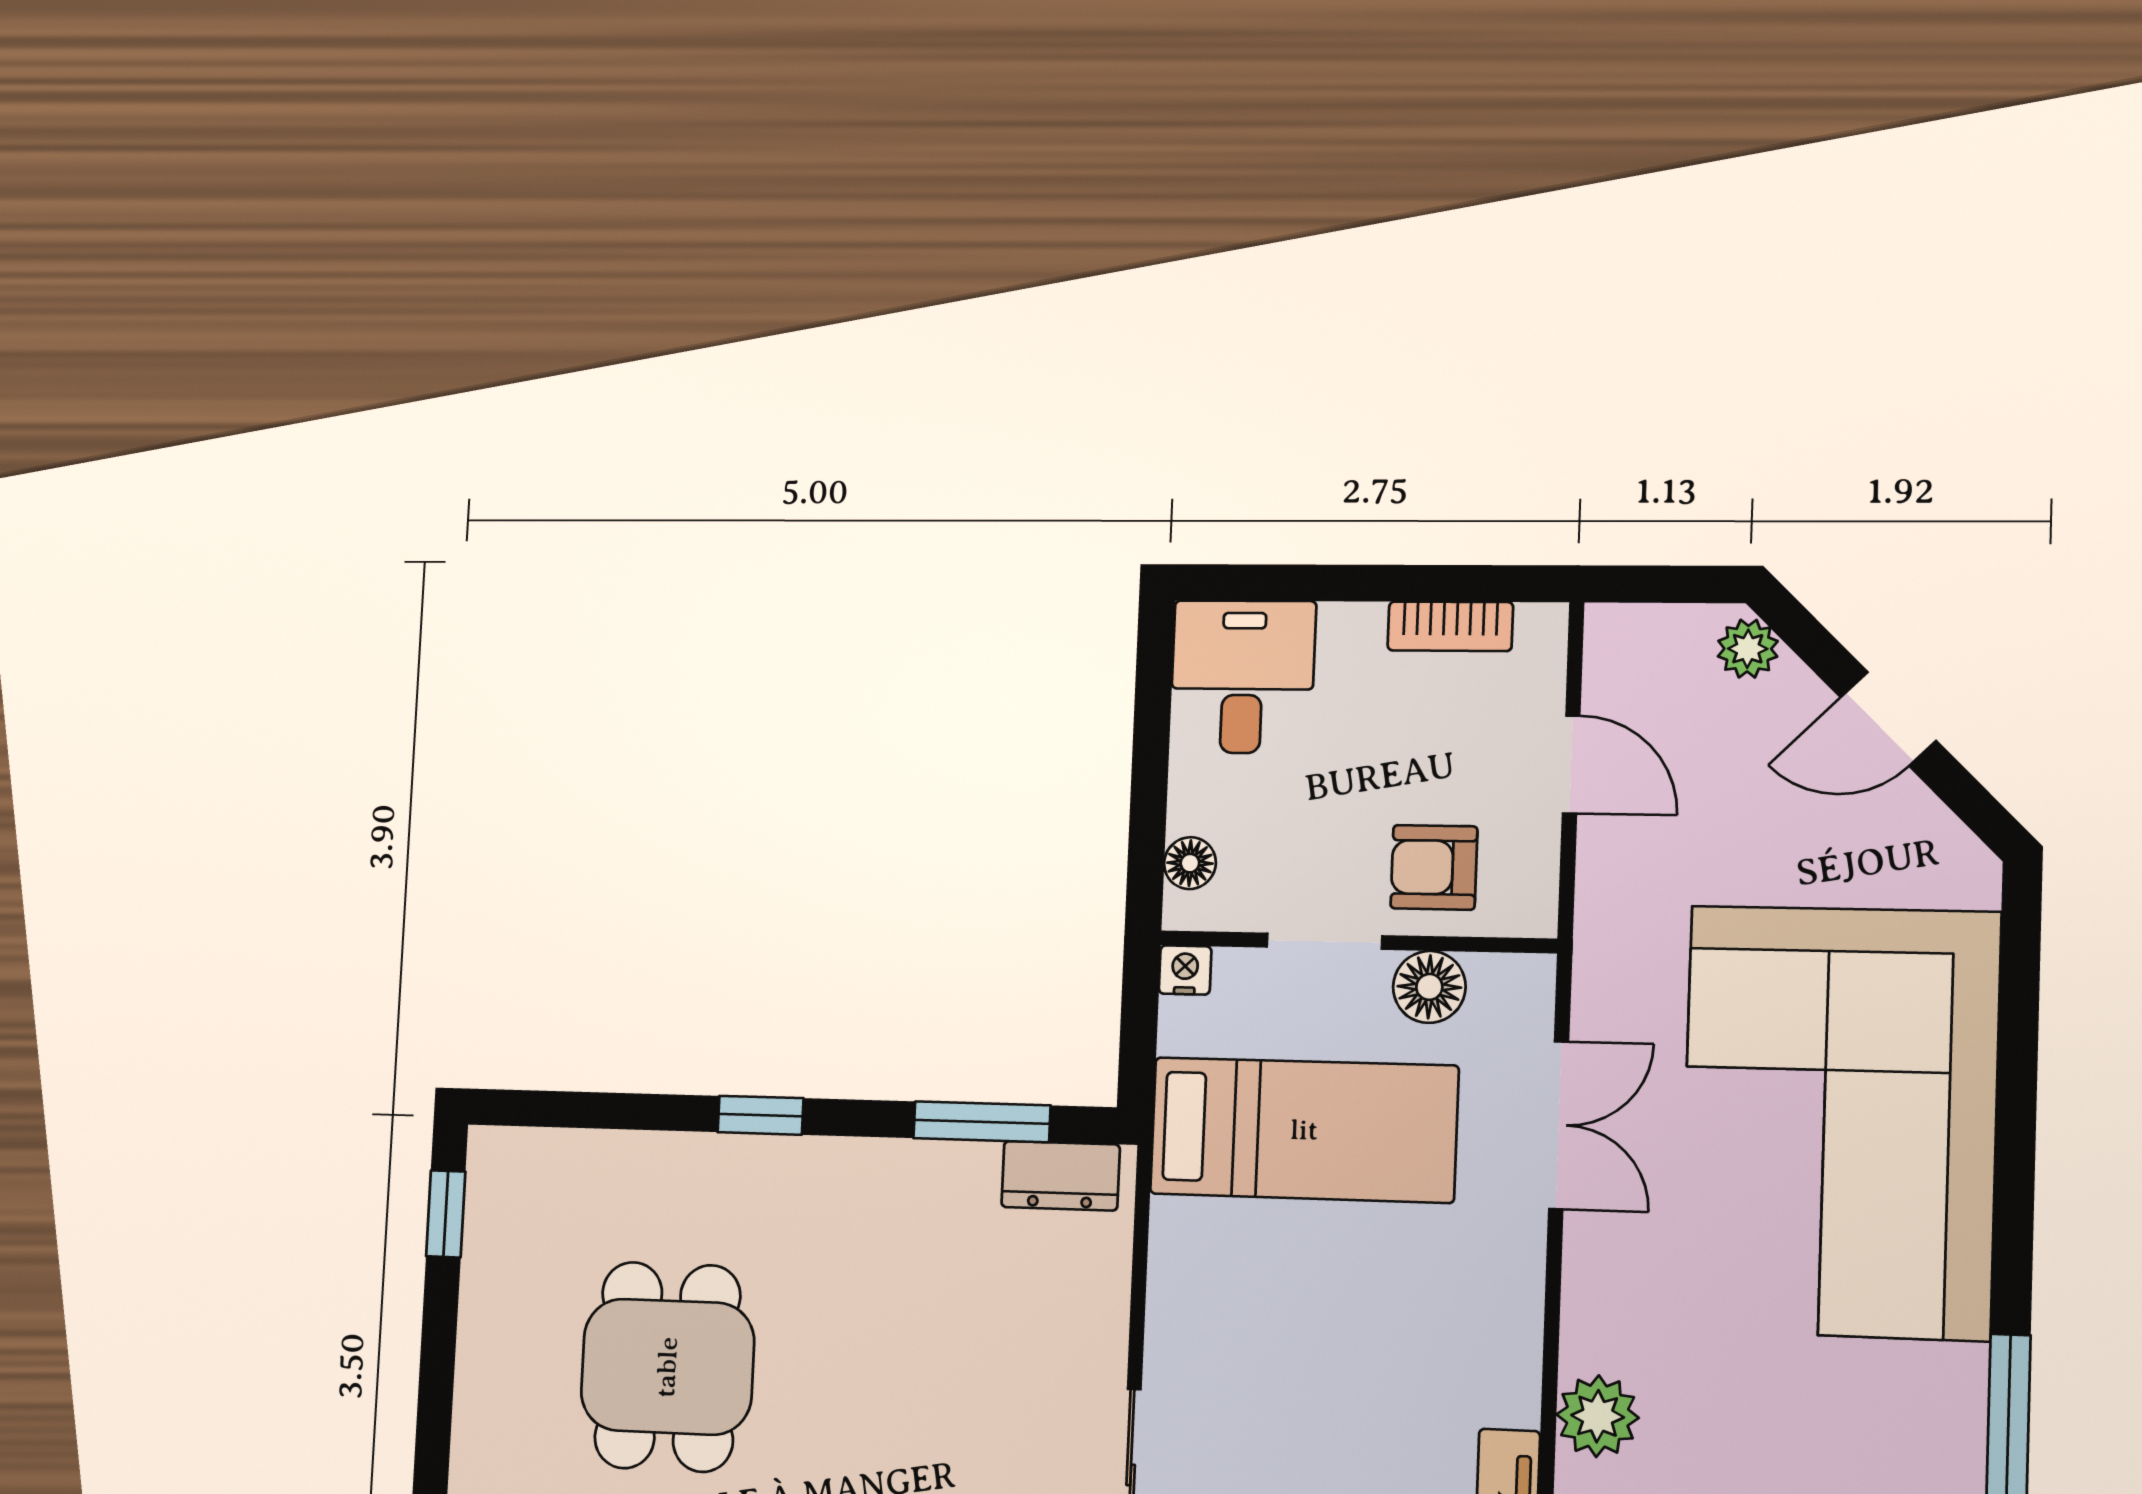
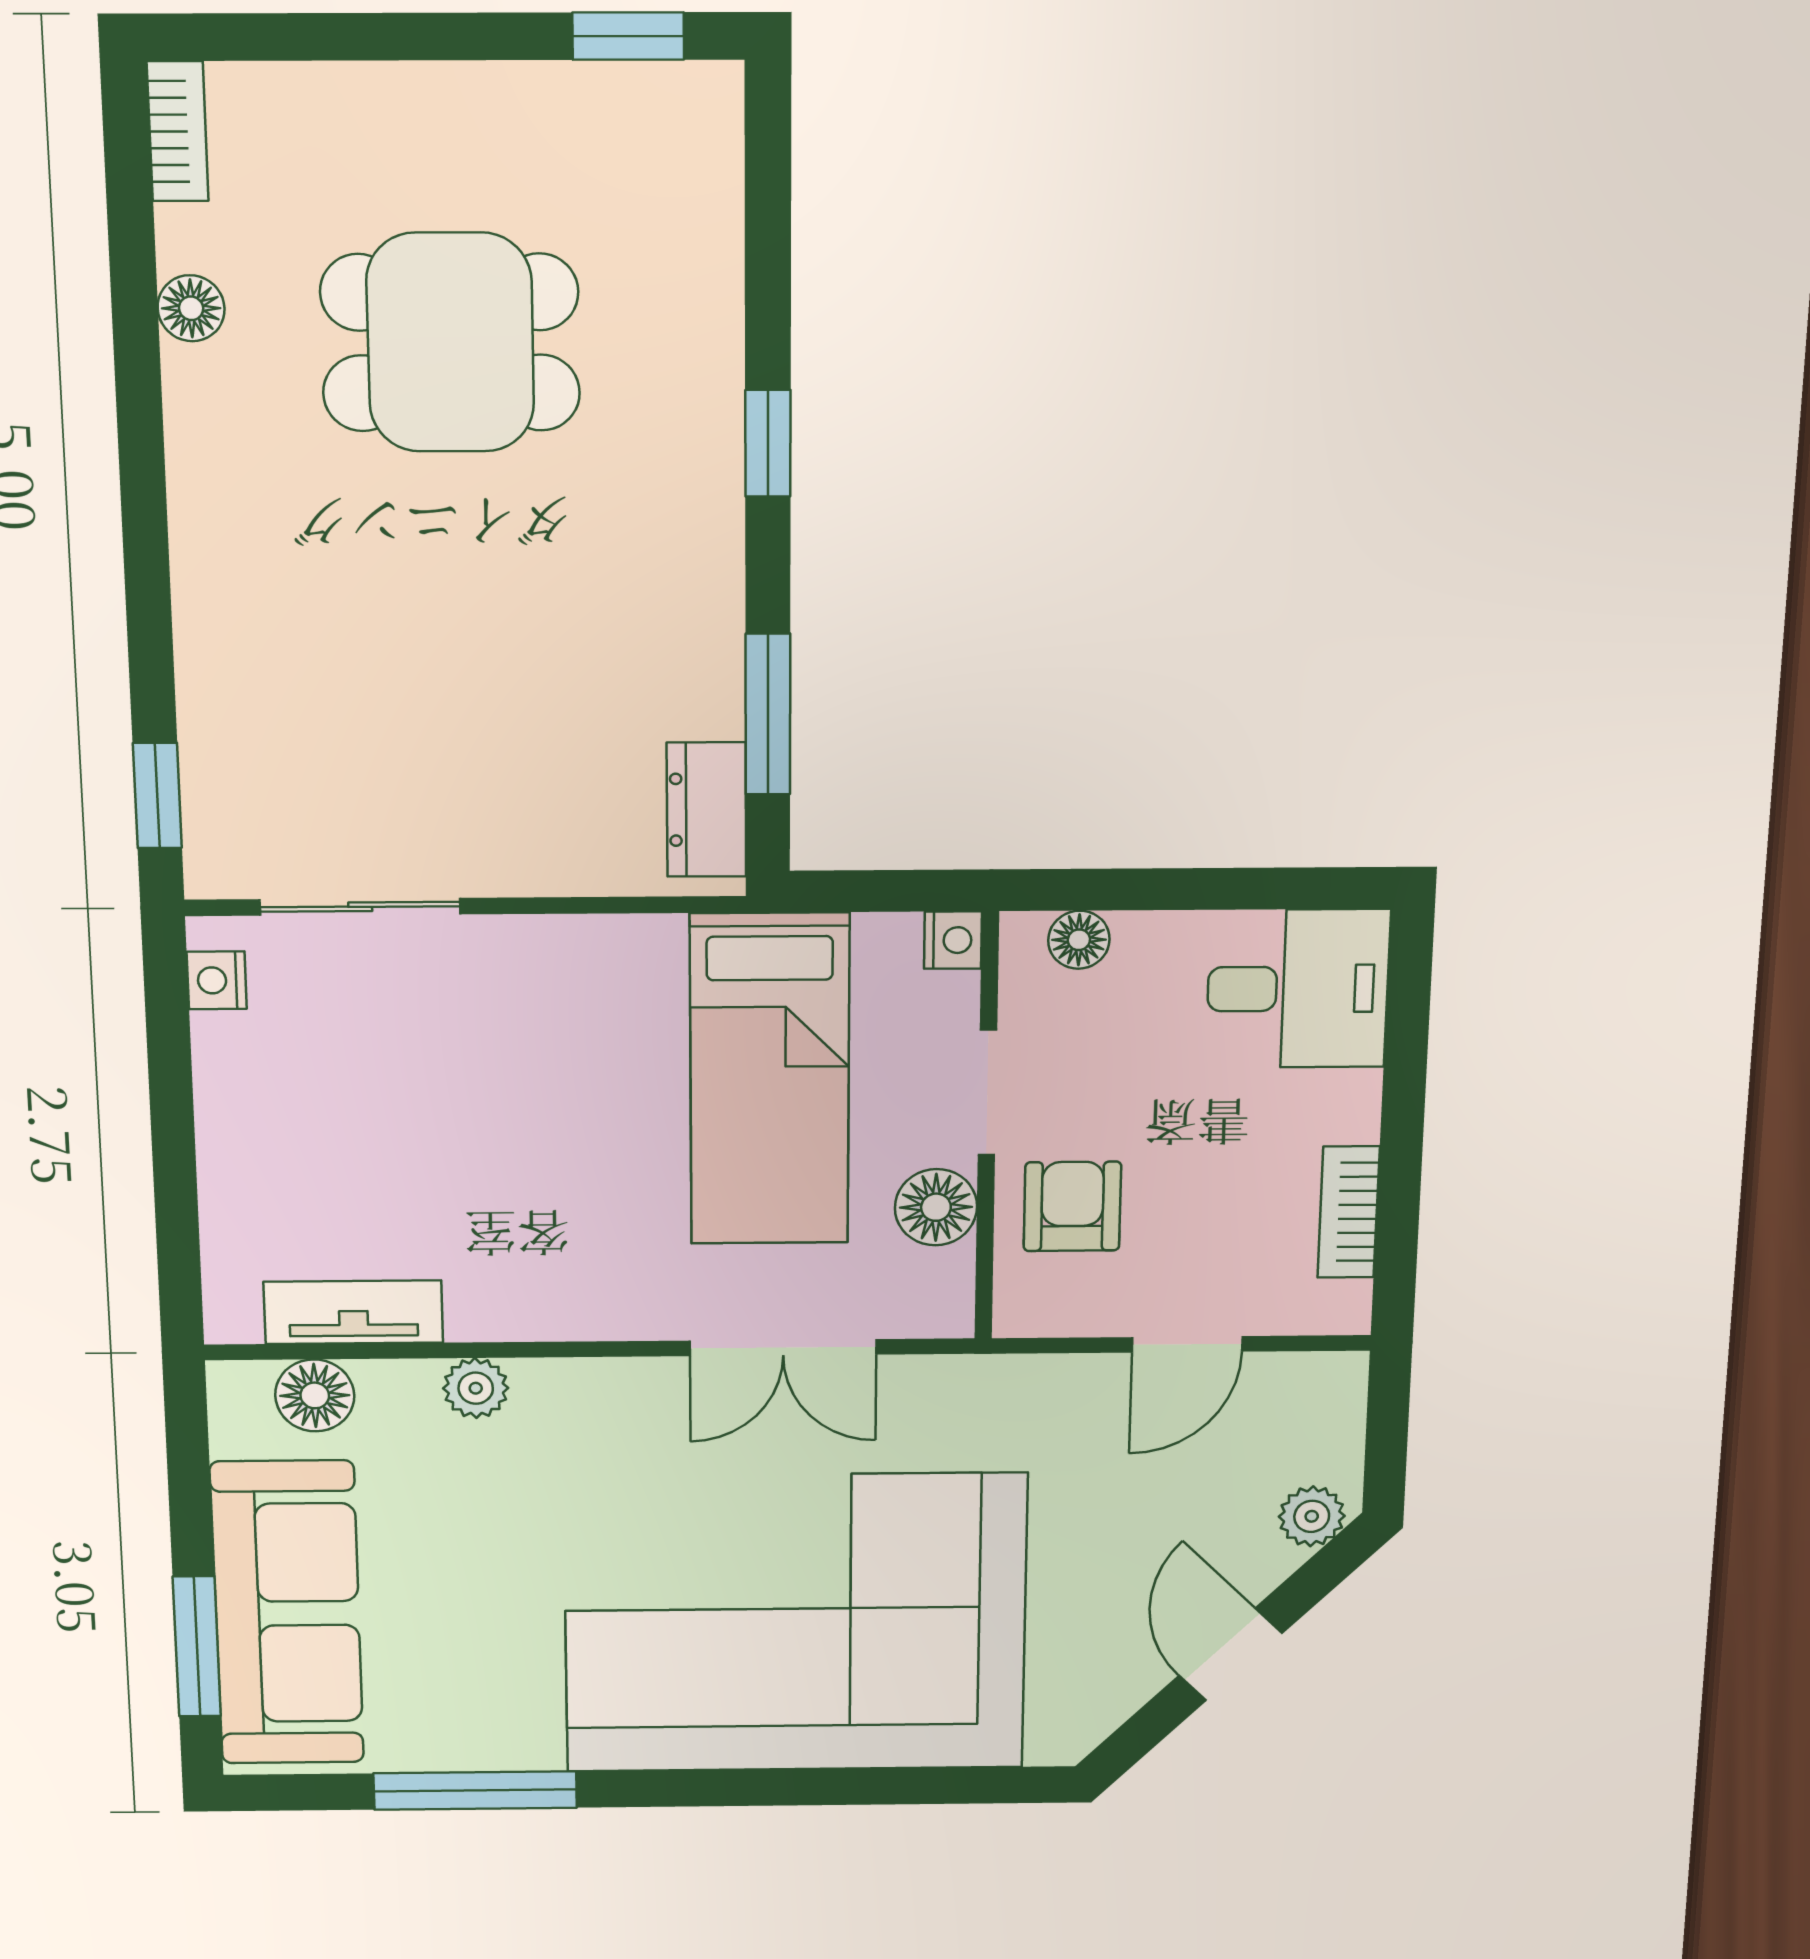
plant: (1598, 1416) -> (476, 1388), width x0.73, depth x0.73

